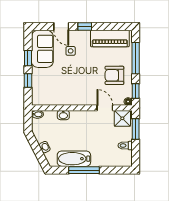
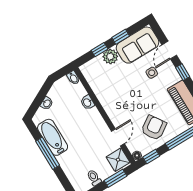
plant: (38, 75) -> (110, 57), added
armchair: (114, 75) -> (154, 128), turned 56

